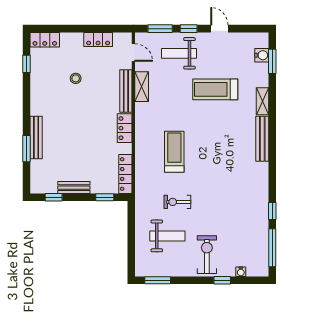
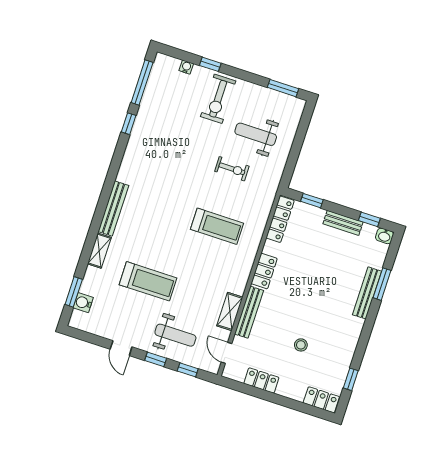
window: (160, 29) -> (188, 370), width x0.67
treadmill: (174, 152) -> (217, 226), turned -90
washbasin: (37, 188) -> (384, 236), added

